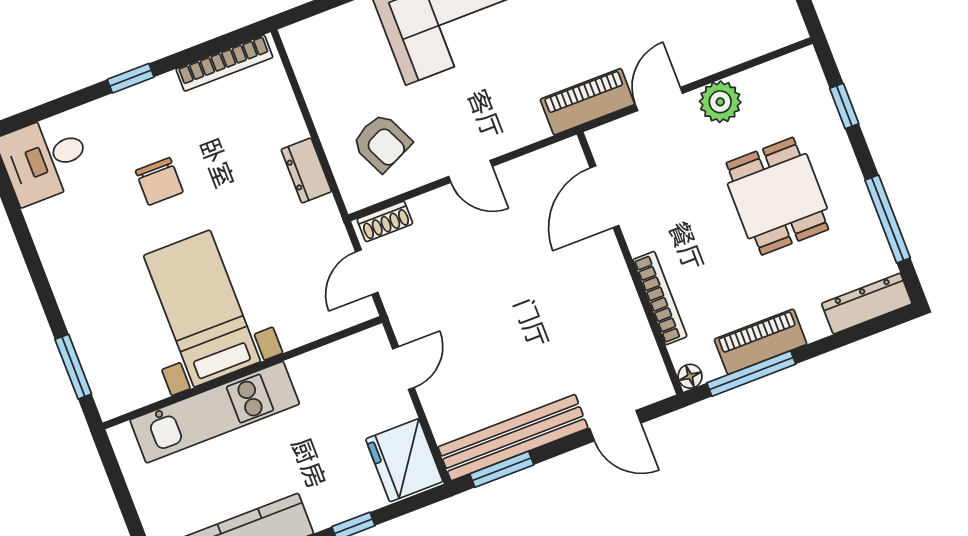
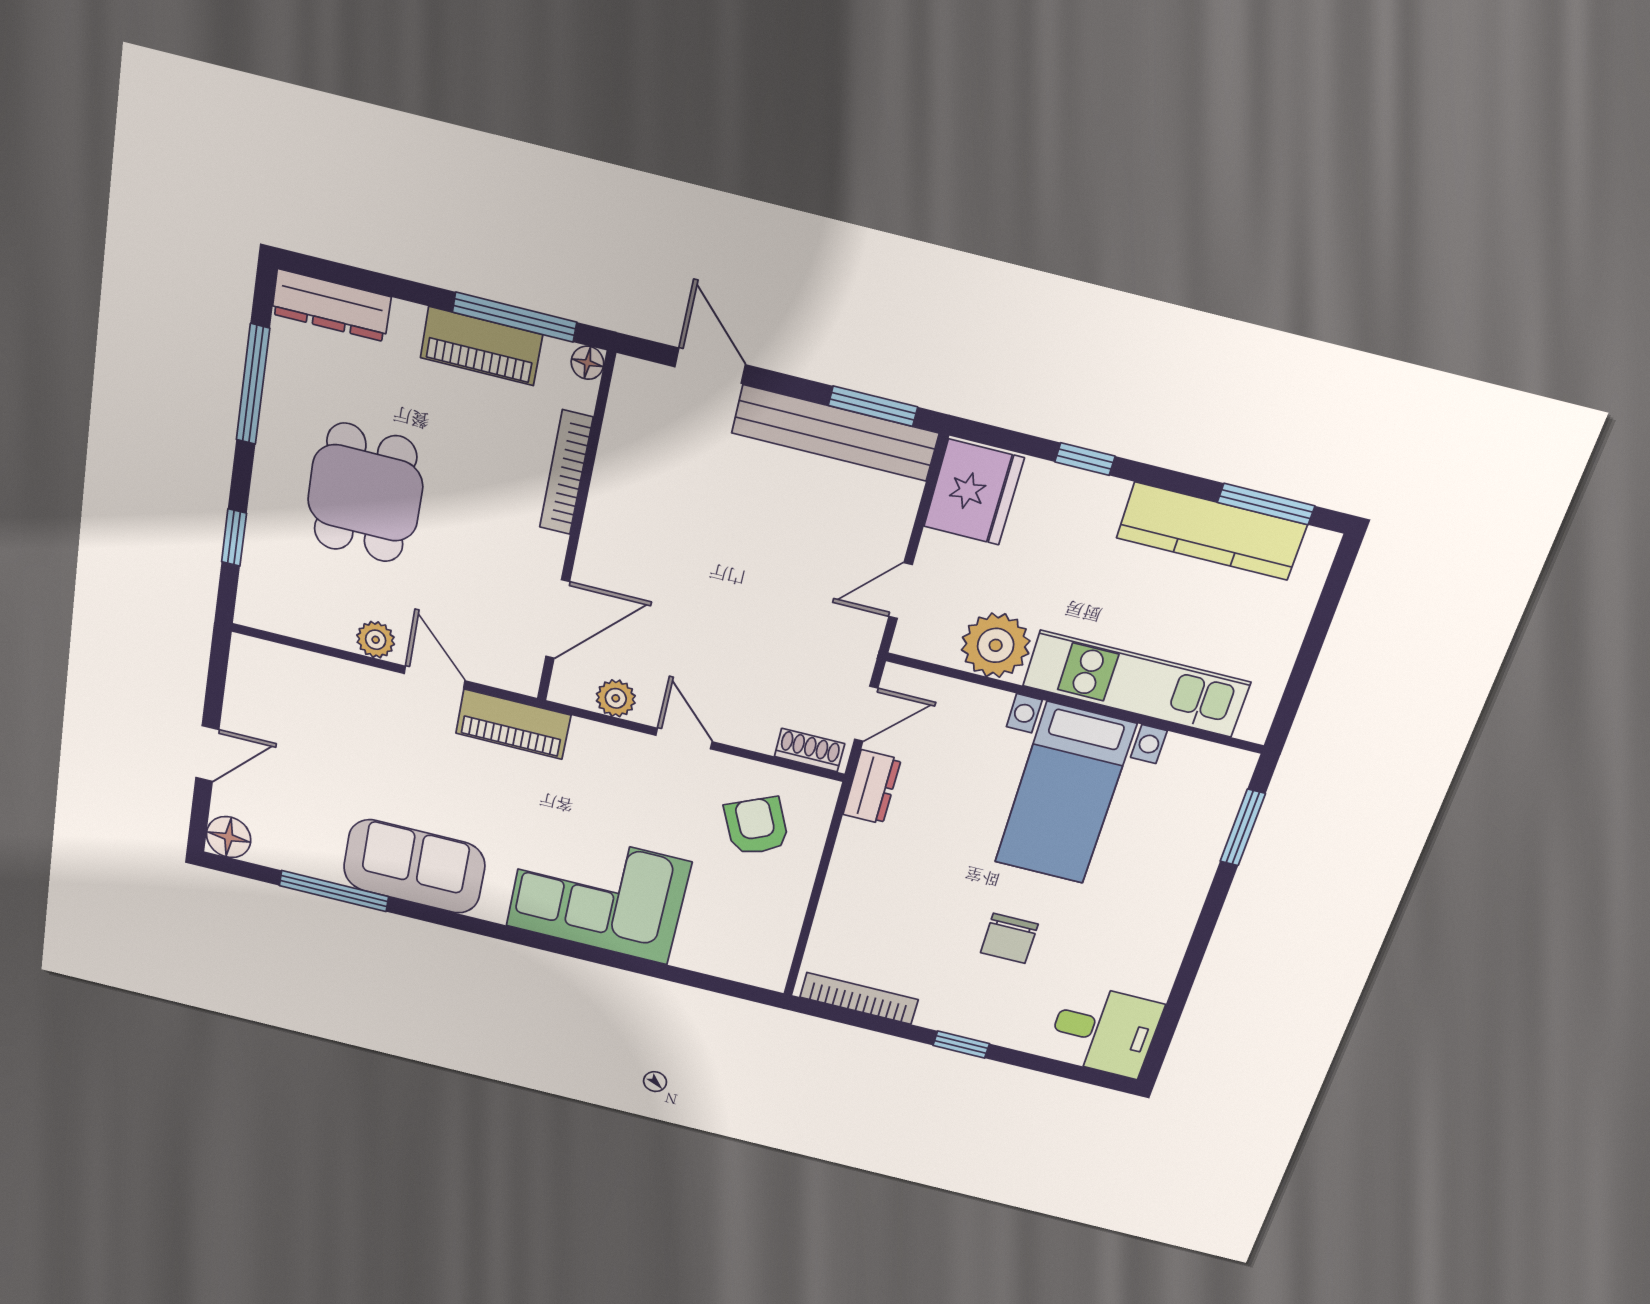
door: (659, 99) -> (435, 677), swing flipped
plant: (720, 102) -> (376, 640), width x0.73, depth x0.73
plant: (533, 168) -> (616, 698), added
dresser: (306, 171) -> (872, 787), moved
chair: (159, 181) -> (1009, 938), turned 180
plant: (320, 375) -> (996, 645), added

